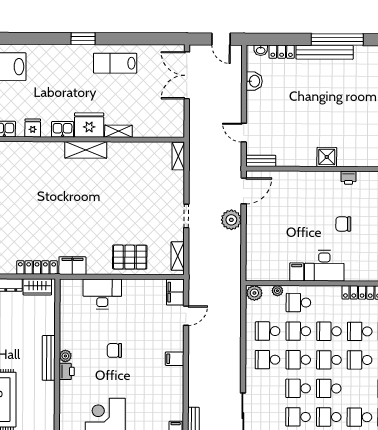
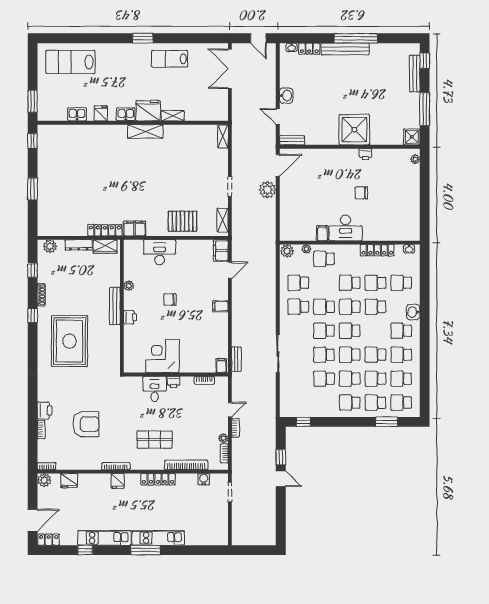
washbasin: (254, 81) -> (286, 96), moved
shower: (327, 157) -> (354, 130), width x1.86, depth x1.86
school desk: (298, 331) -> (324, 283), removed
plant: (65, 356) -> (129, 286), moved

